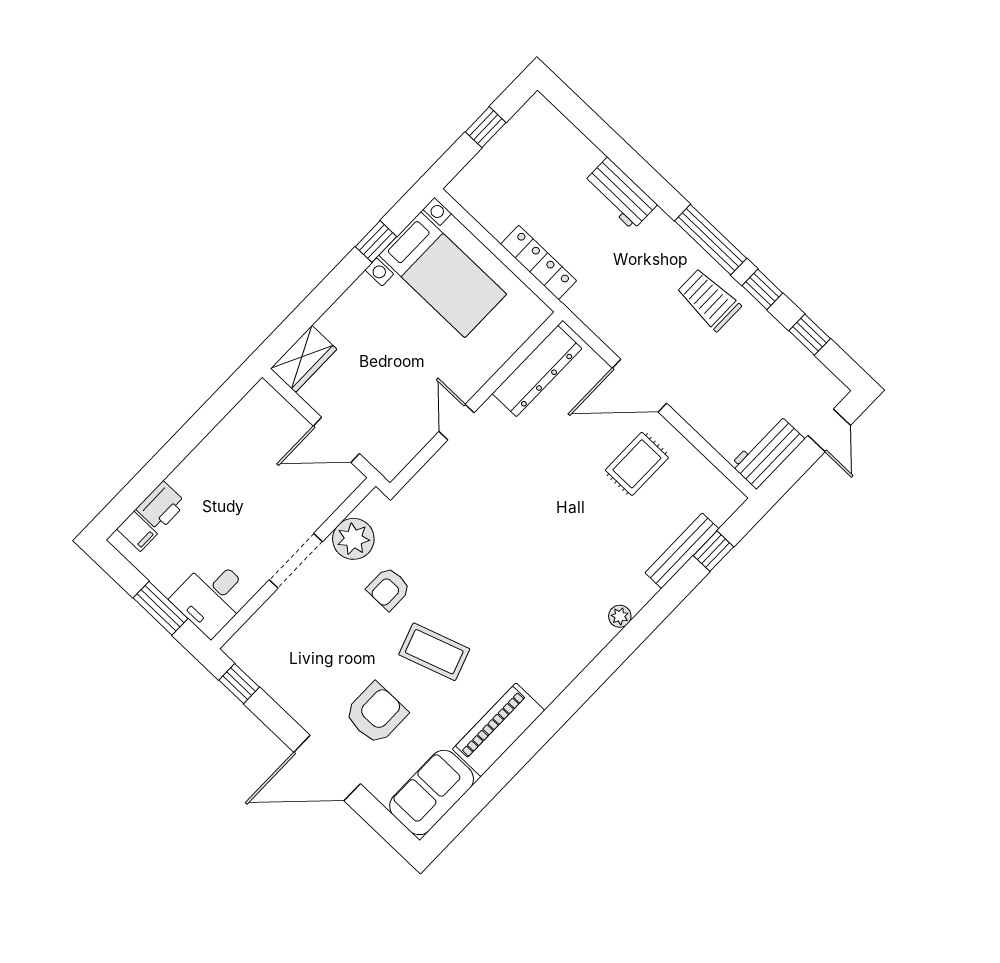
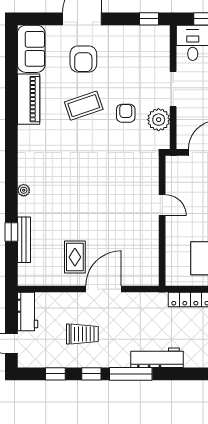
workbench: (620, 194) -> (157, 358), moved, width x1.38
trolley: (709, 300) -> (82, 334), moved
dresser: (537, 371) -> (150, 256), removed
window: (713, 551) -> (11, 232), moved

